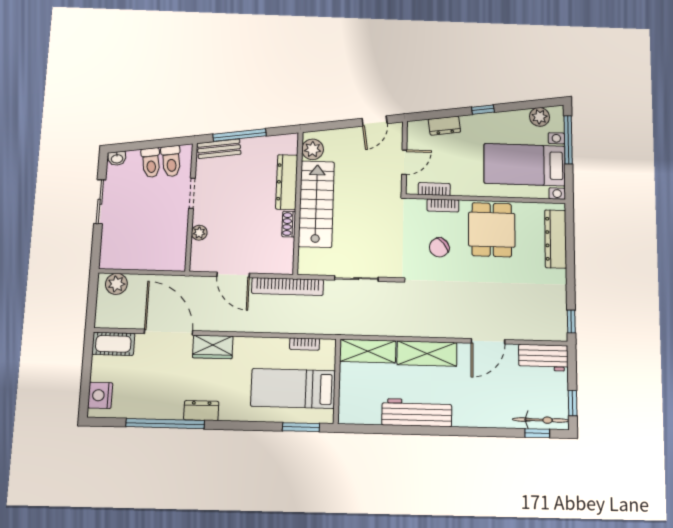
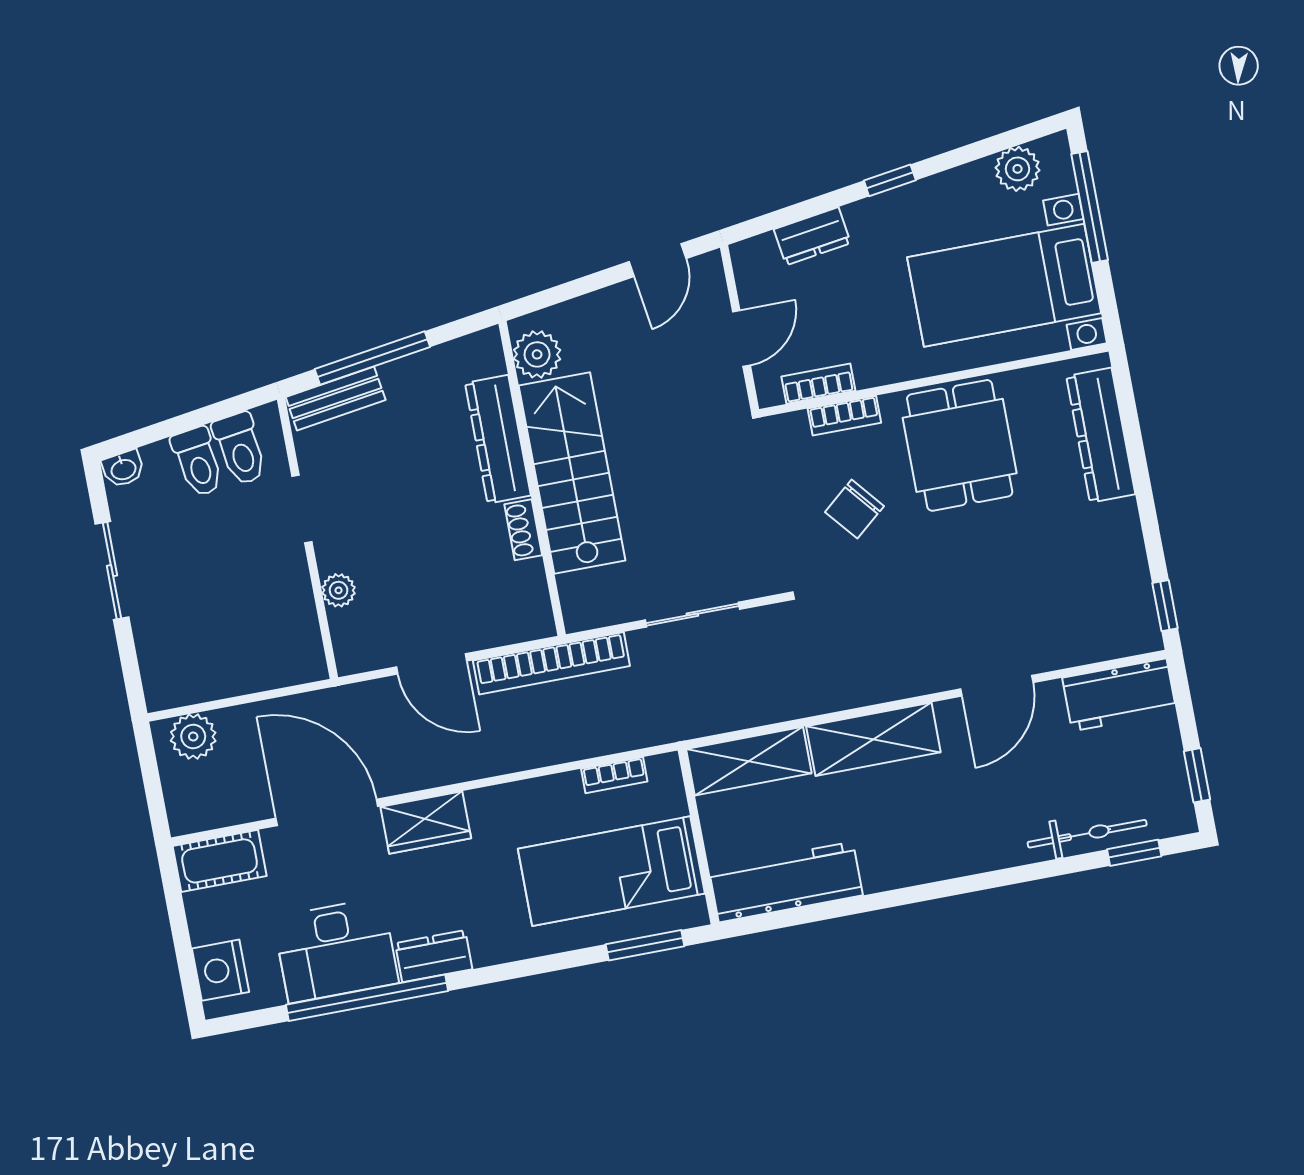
desk: (156, 398) -> (336, 950), added
workbench: (417, 413) -> (786, 882), moved
bicycle: (541, 420) -> (1087, 834), moved

